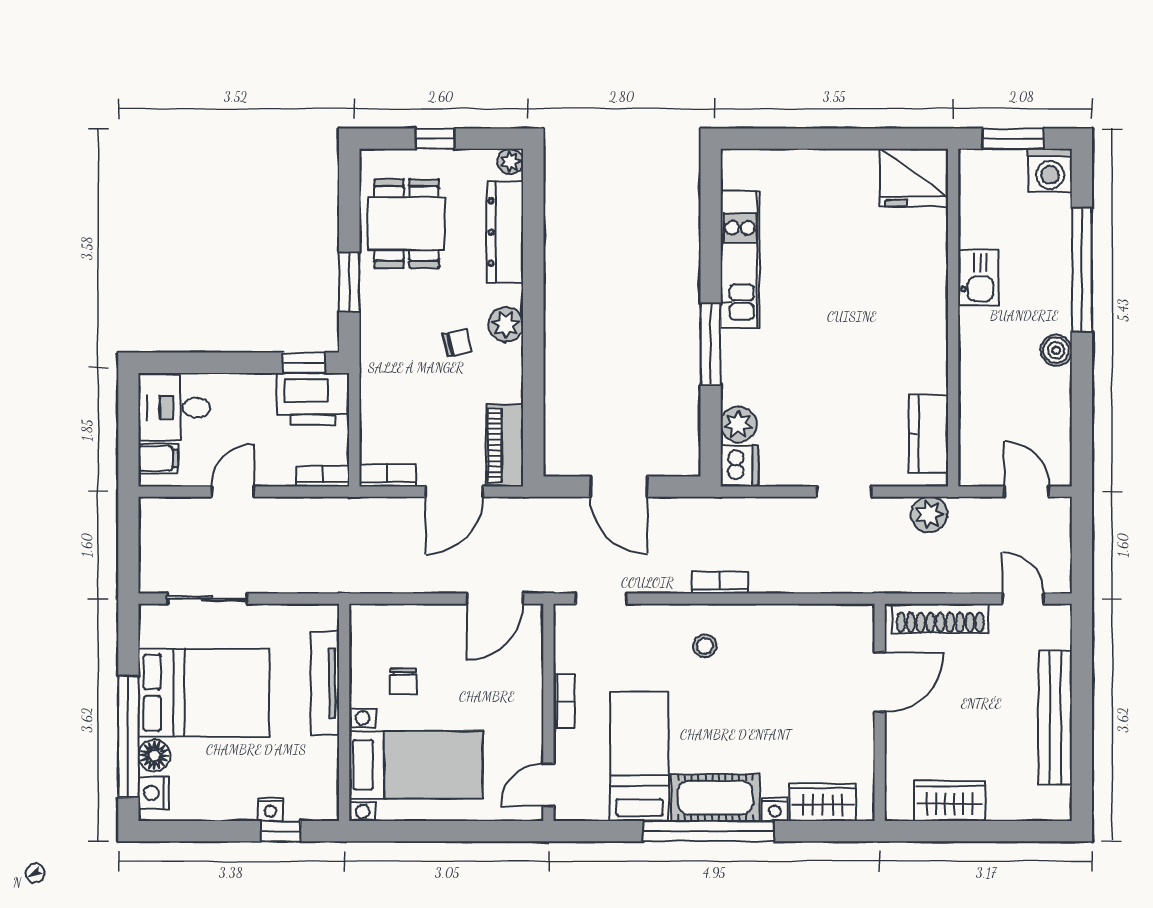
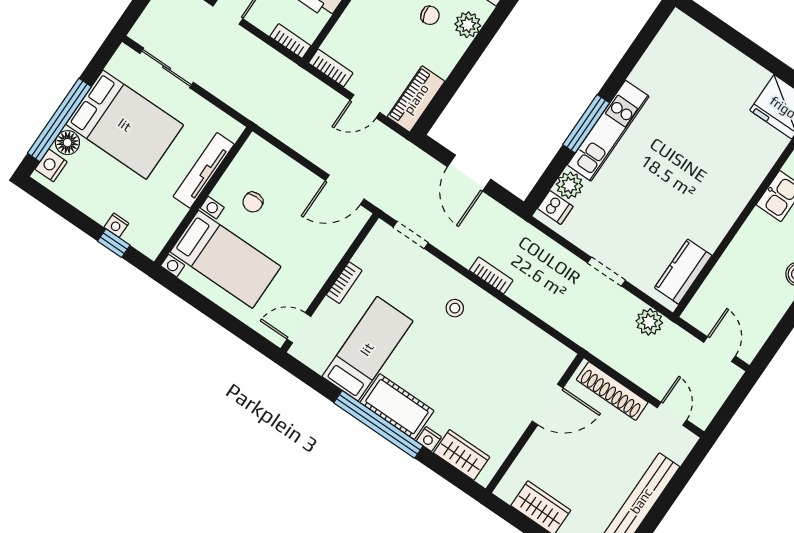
kitchen unit: (740, 259) -> (608, 131), moved
dishwasher: (740, 465) -> (555, 207), width x0.73
door: (454, 492) -> (365, 106), width x0.73

